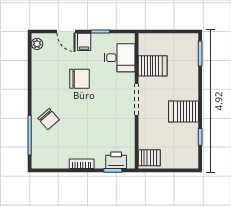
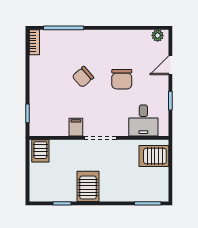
filing cabinet: (84, 42) -> (76, 127), moved, turned 90
server rack: (153, 66) -> (154, 156), moved, turned 90
chair: (49, 119) -> (83, 77), moved
printer: (116, 160) -> (38, 117), removed
bookcase: (82, 164) -> (34, 42), moved

